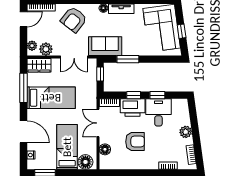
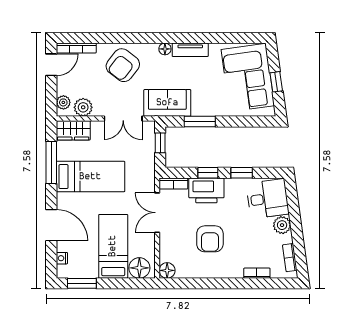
desk: (158, 112) -> (268, 199), moved, turned 82
armchair: (135, 142) -> (210, 239), turned 90
floor lamp: (105, 149) -> (167, 270), moved

